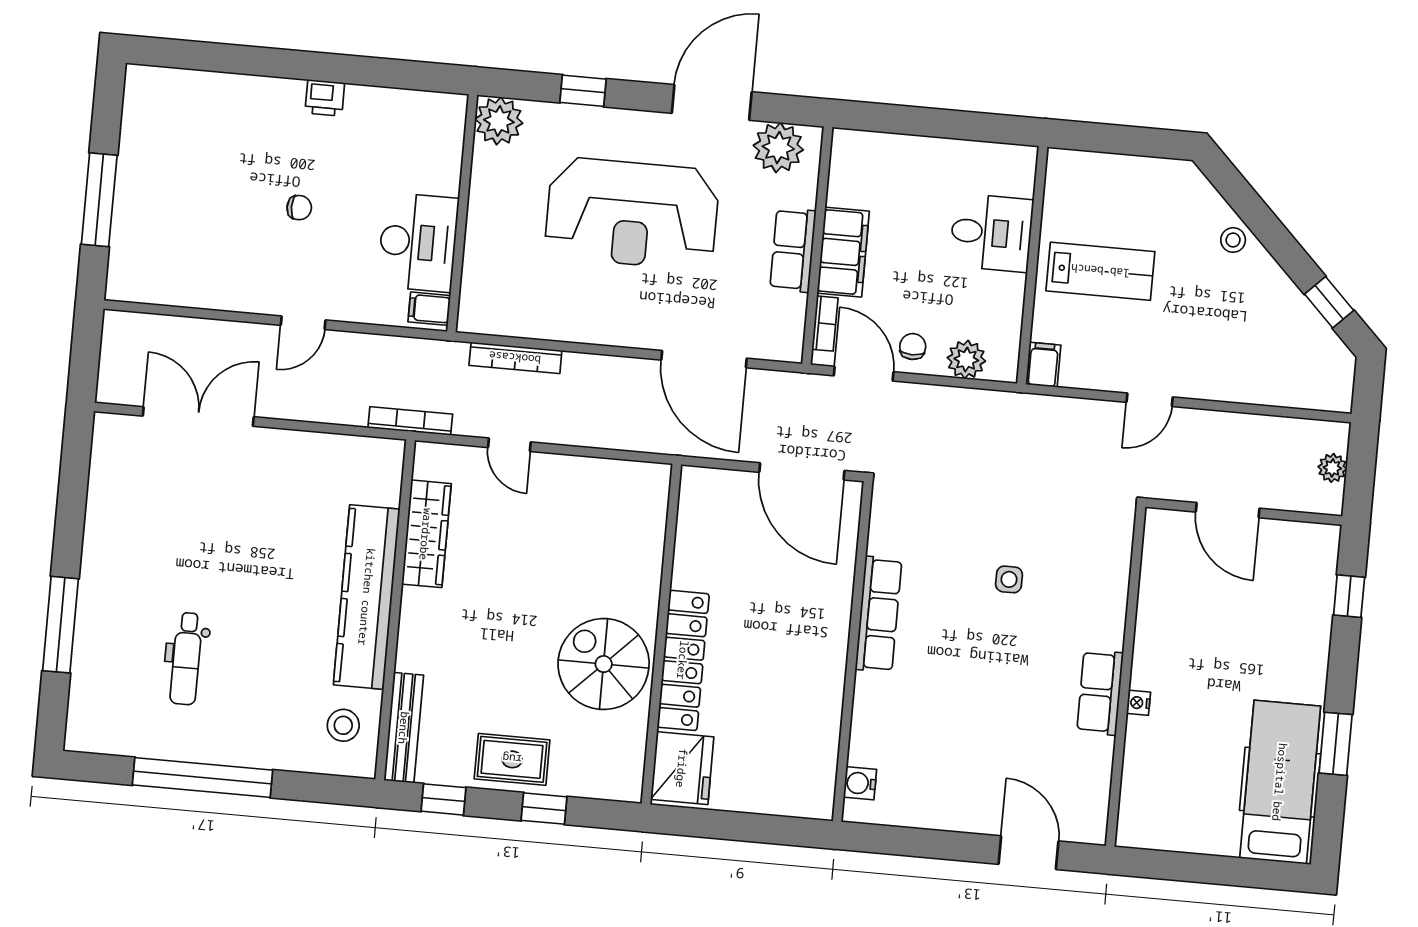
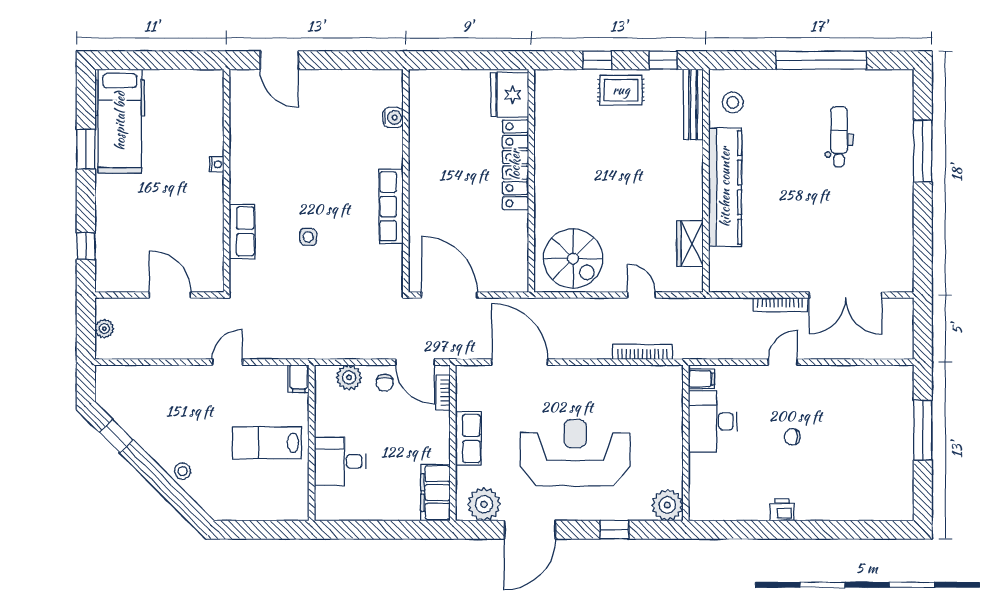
filing cabinet: (843, 252) -> (435, 493), moved
bookcase: (410, 421) -> (780, 305), moved
wardrobe: (426, 534) -> (690, 243), width x0.67
spiral stairs: (604, 664) -> (573, 259), moved
row of seats: (1100, 692) -> (242, 231), moved
water cooler: (860, 783) -> (393, 117), moved

